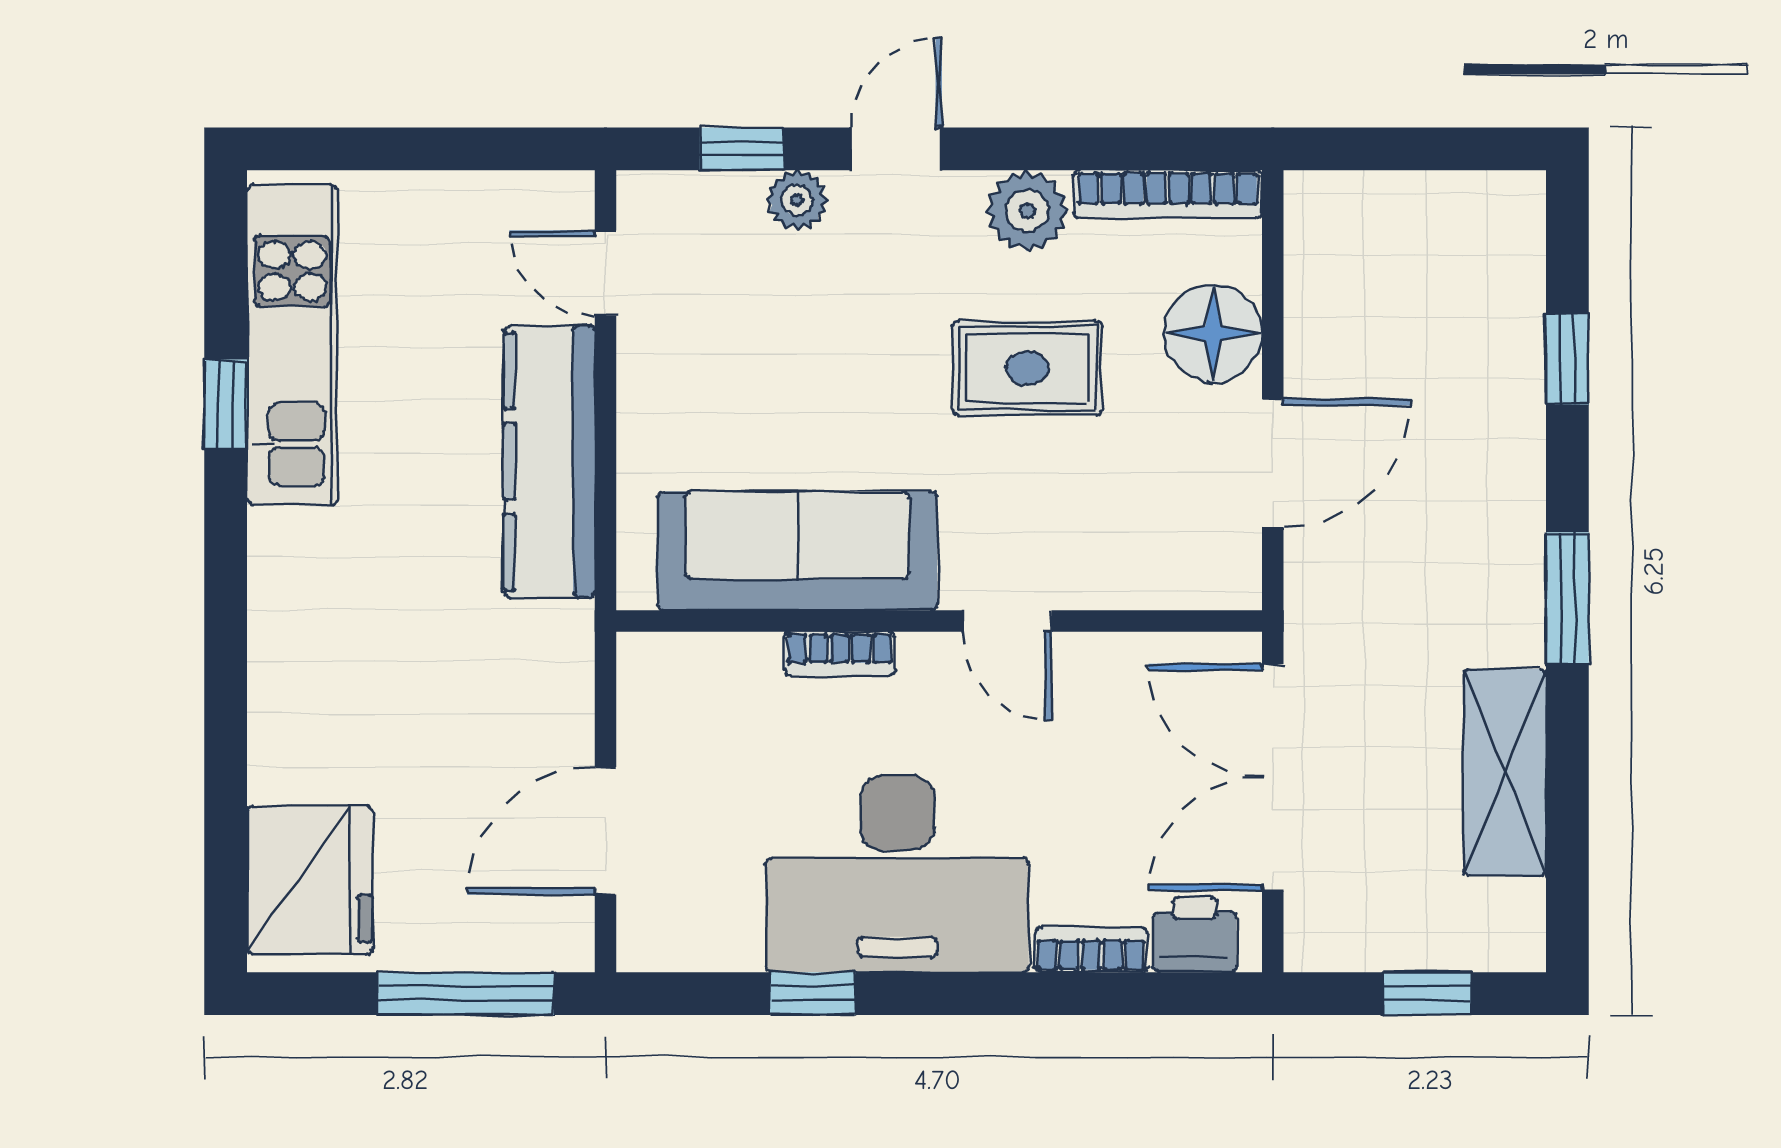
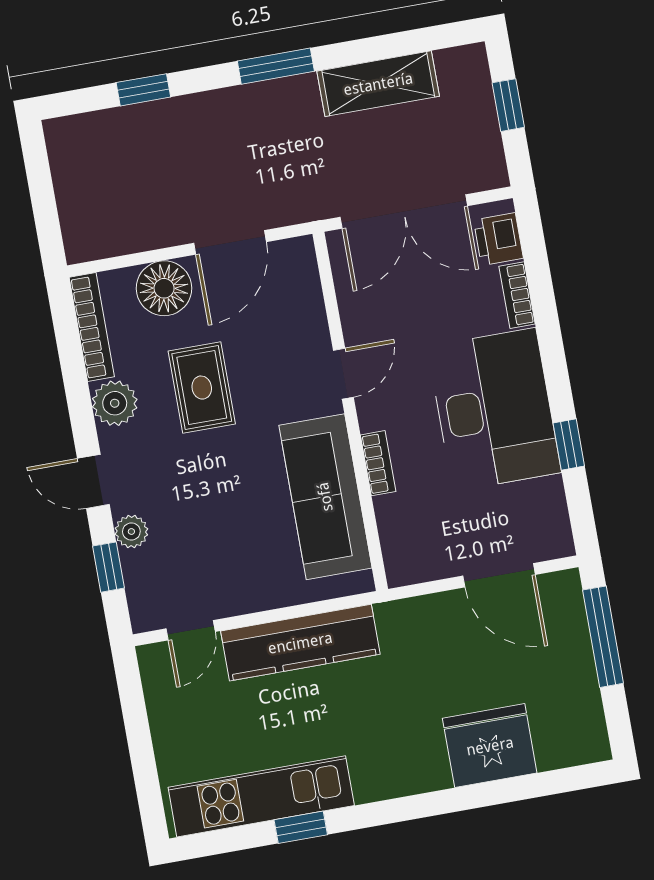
door: (1273, 463) -> (230, 242), swing flipped
fridge: (310, 880) -> (490, 746), moved

